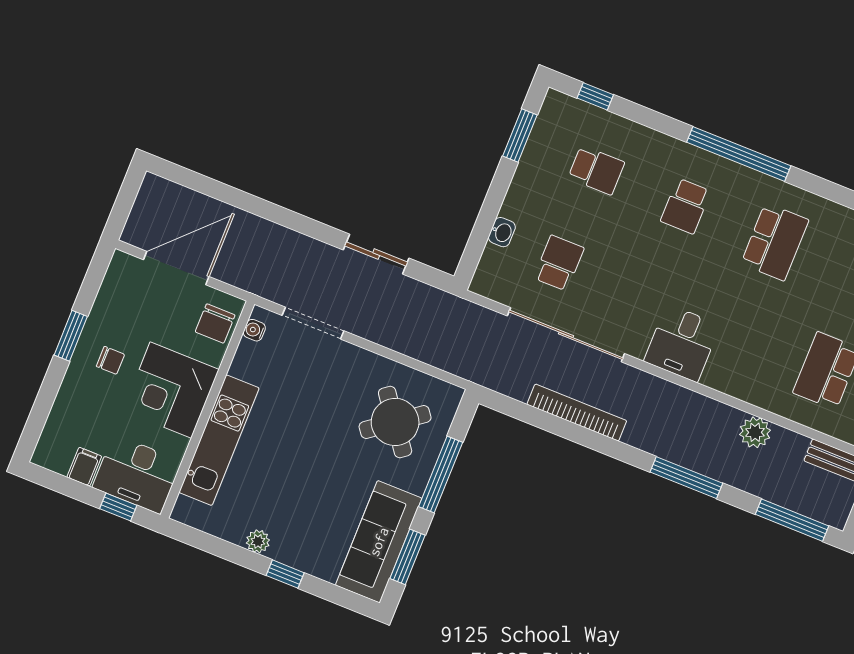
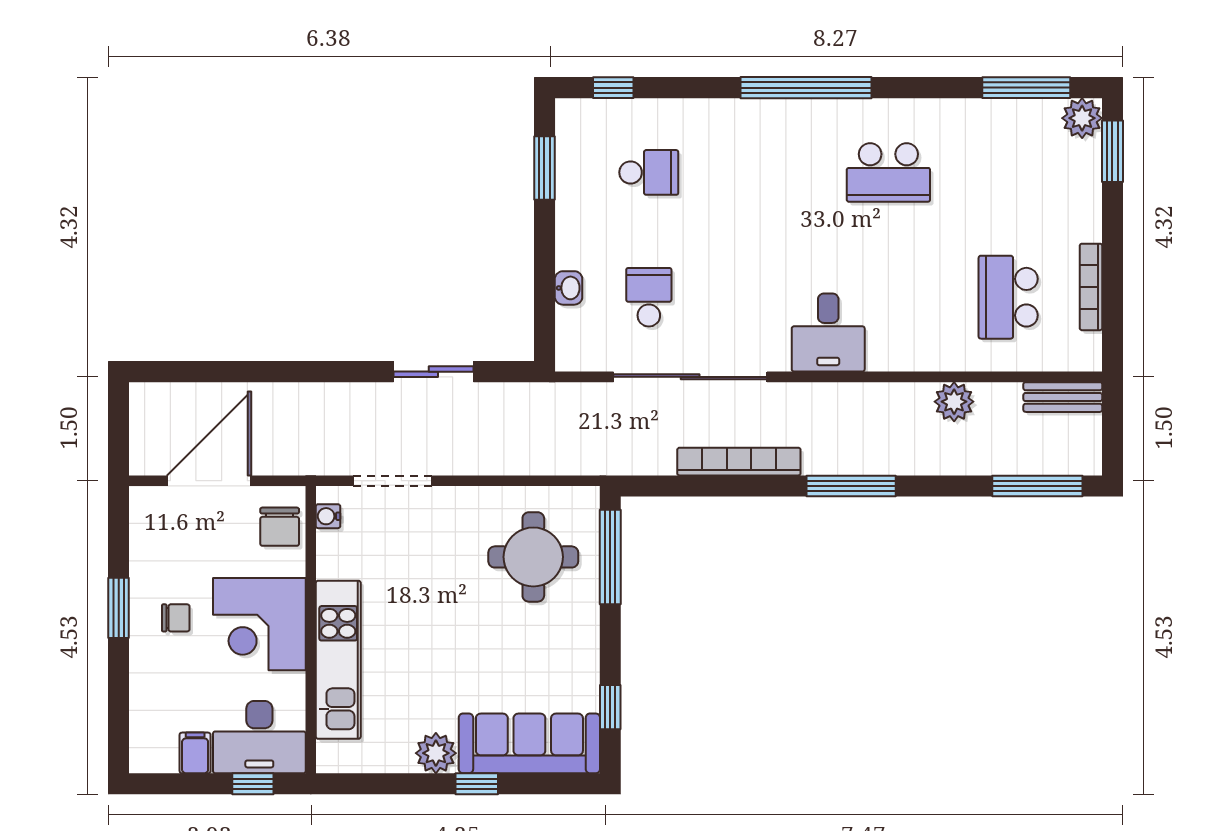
school desk: (686, 206) -> (769, 172), removed
school desk: (775, 242) -> (888, 172), turned 90
round table: (395, 422) -> (533, 557), turned 37
window: (441, 475) -> (610, 557), moved
window: (686, 478) -> (851, 486), moved
plant: (258, 541) -> (436, 753), width x1.38, depth x1.38
sofa: (379, 542) -> (529, 743), moved, turned 90
window: (407, 557) -> (610, 707), width x0.67

